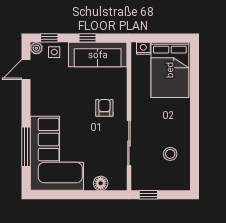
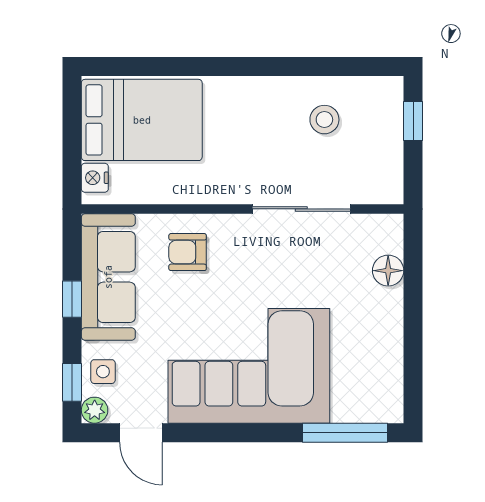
armchair: (104, 108) -> (188, 252), moved
window: (26, 147) -> (345, 433), moved
corner sofa: (57, 153) -> (249, 366), moved
window: (148, 195) -> (413, 121), moved

